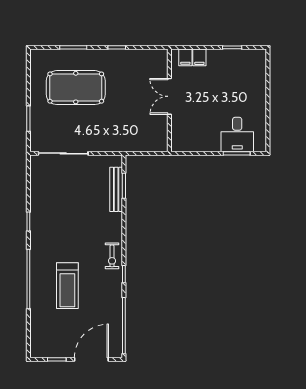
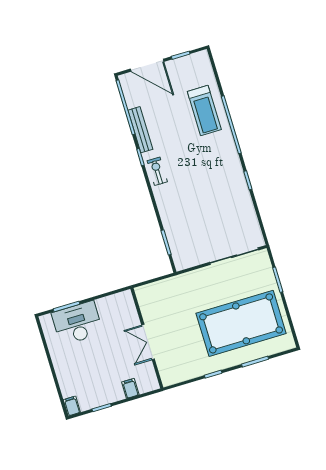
filing cabinet: (185, 57) -> (72, 406), moved
pool table: (76, 88) -> (241, 323), width x1.36, depth x1.32
double door: (169, 96) -> (148, 342), swing flipped
desk: (237, 134) -> (77, 323), width x1.37
bench: (116, 189) -> (140, 130), moved
treadmill: (67, 286) -> (204, 111), moved, turned 180
door: (91, 359) -> (147, 65), hinge flipped

